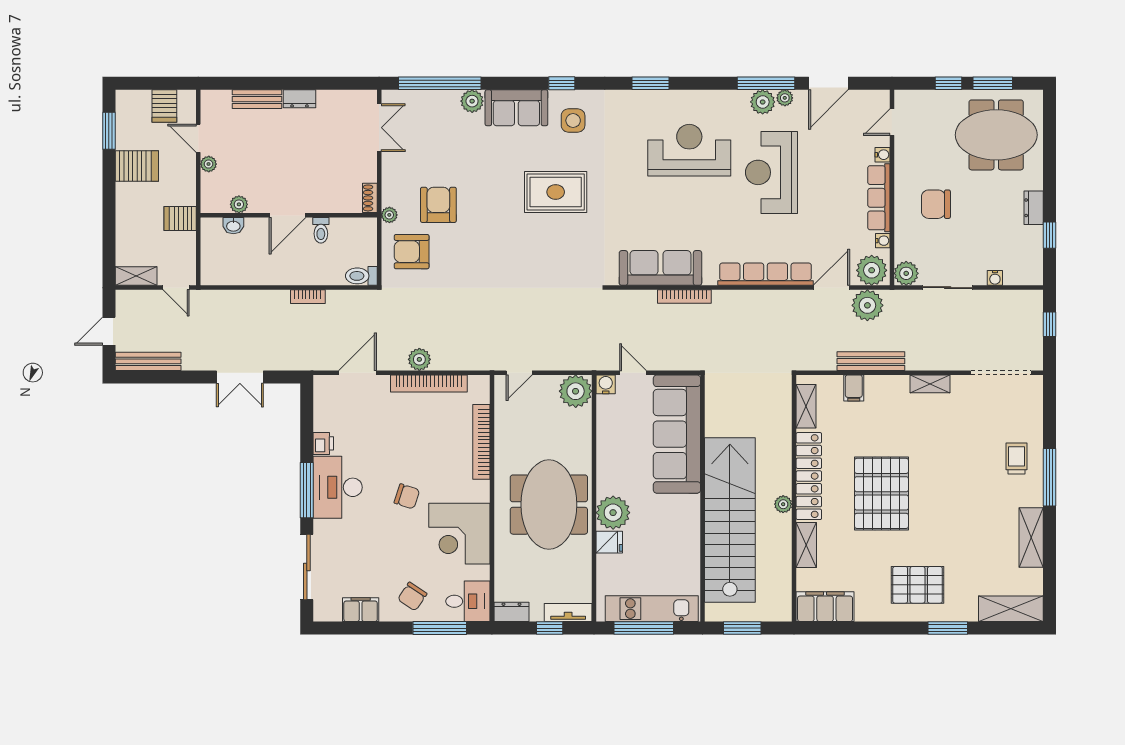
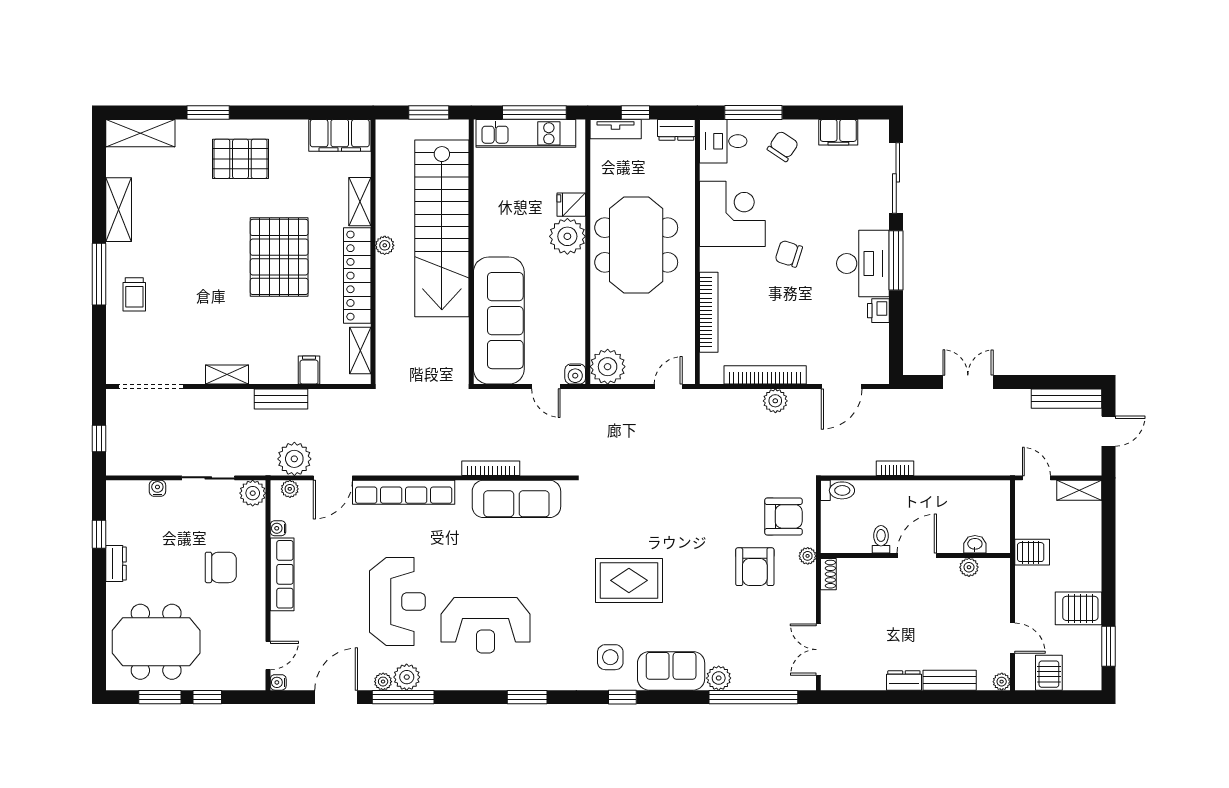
water cooler: (882, 155) -> (278, 682), moved
plant: (209, 164) -> (1002, 682), moved
plant: (872, 270) -> (290, 489), width x0.53, depth x0.53
bench: (871, 361) -> (281, 399), width x0.73

